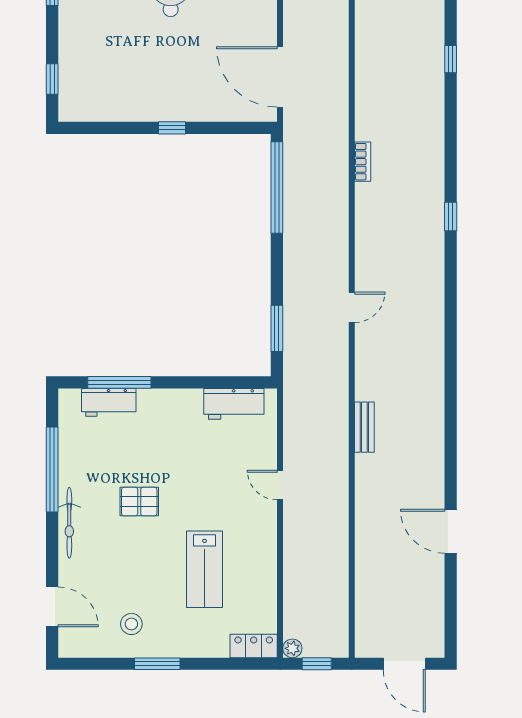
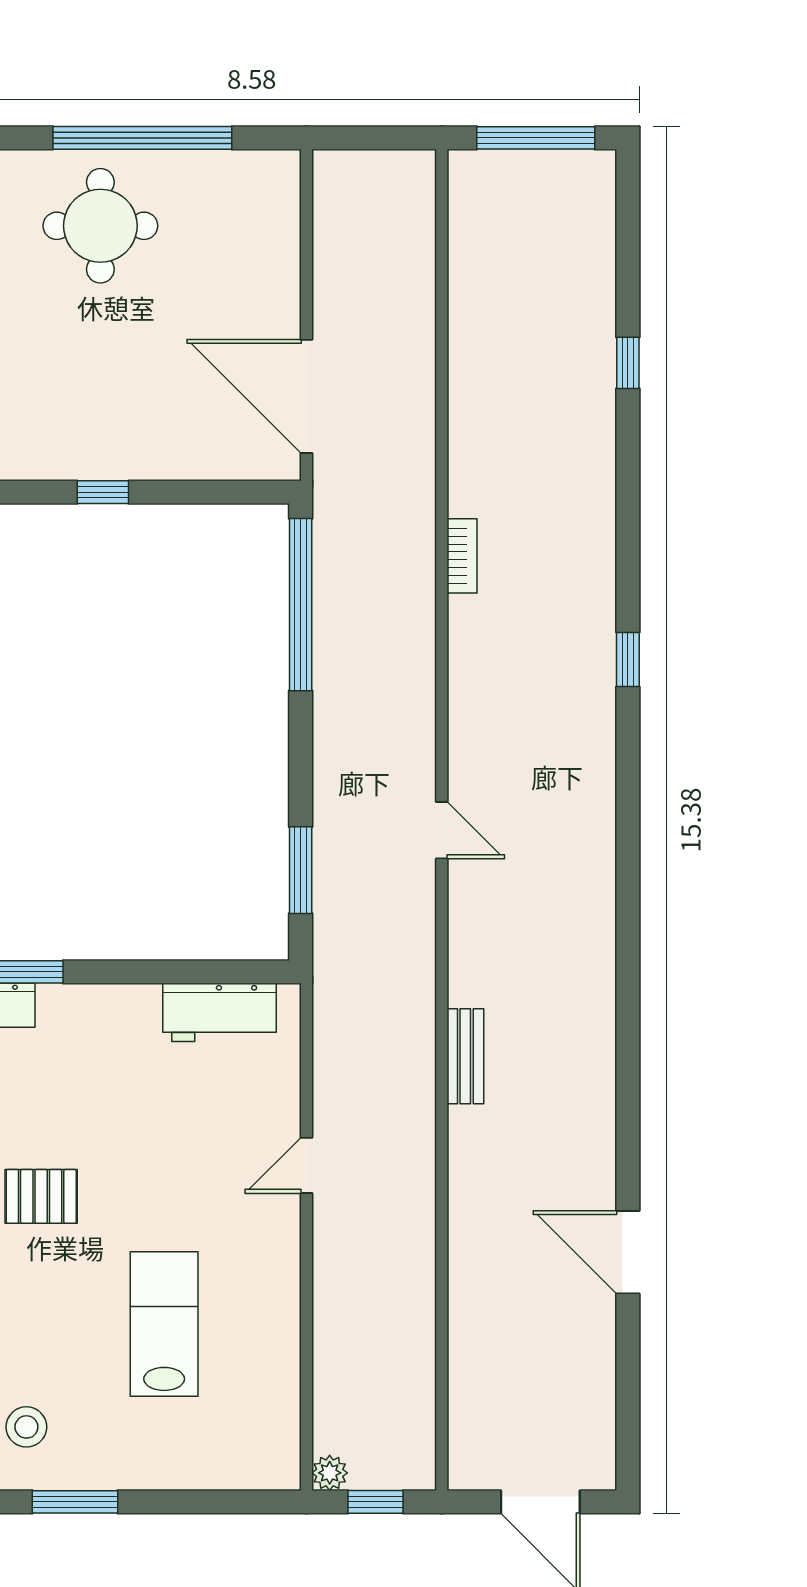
door: (352, 307) -> (442, 830), hinge flipped
door: (280, 485) -> (306, 1165), hinge flipped
lab bench: (205, 569) -> (164, 1324), turned 180
locker: (254, 646) -> (257, 1468), removed

